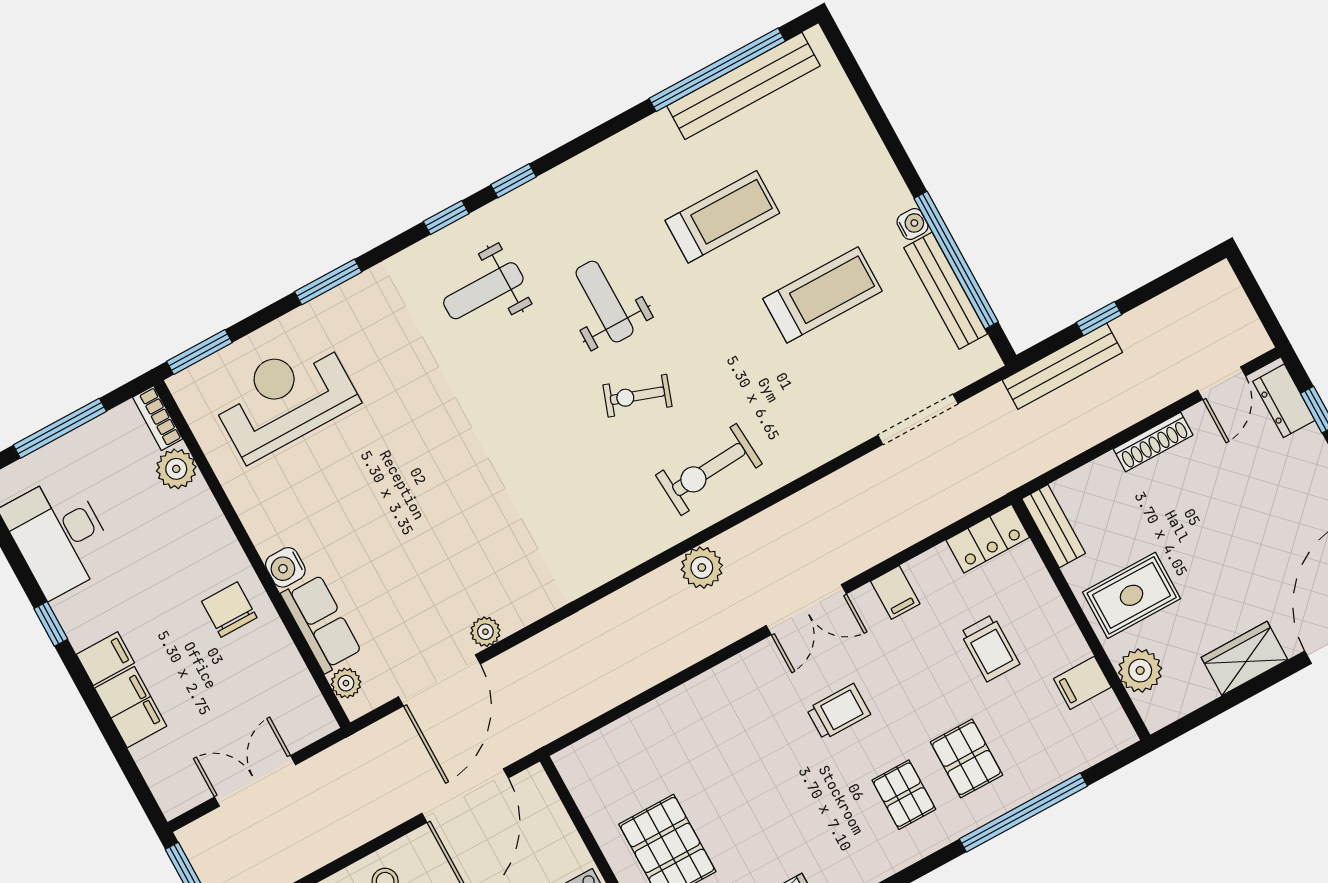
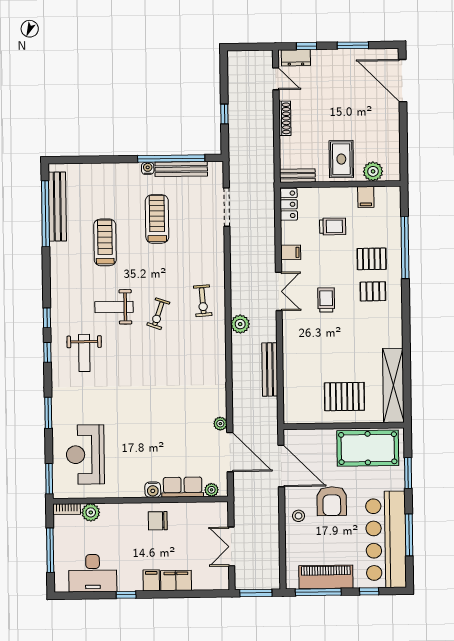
bench: (1062, 366) -> (270, 369), moved
exercise bike: (709, 470) -> (203, 301), width x0.73, depth x0.72
wardrobe: (1244, 658) -> (390, 127), removed

